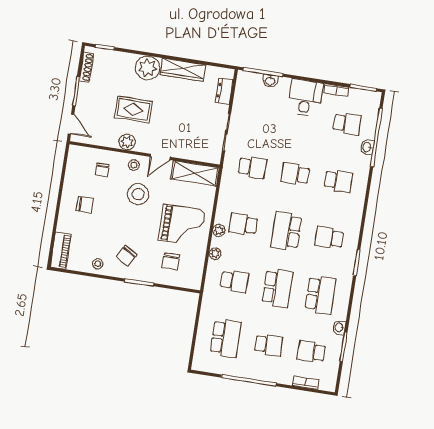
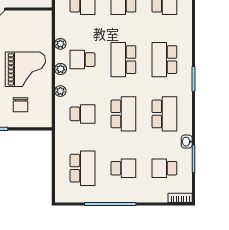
shelving: (195, 173) -> (30, 19), removed
plant: (223, 204) -> (60, 44), added
school desk: (329, 238) -> (164, 60), width x1.85
bookcase: (306, 383) -> (180, 198), moved

